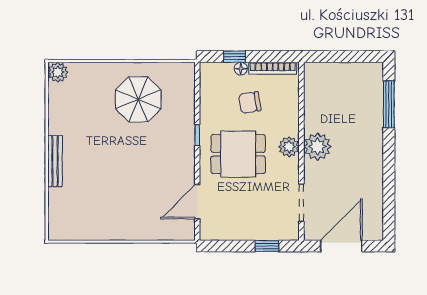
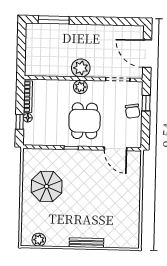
plant: (58, 72) -> (39, 240), moved
chair: (250, 102) -> (133, 111), moved

